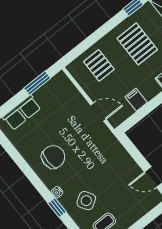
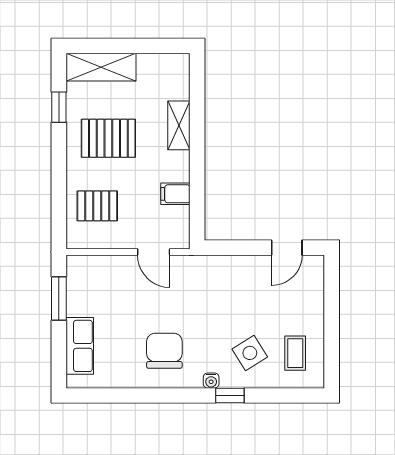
door: (98, 112) -> (154, 252), swing flipped

